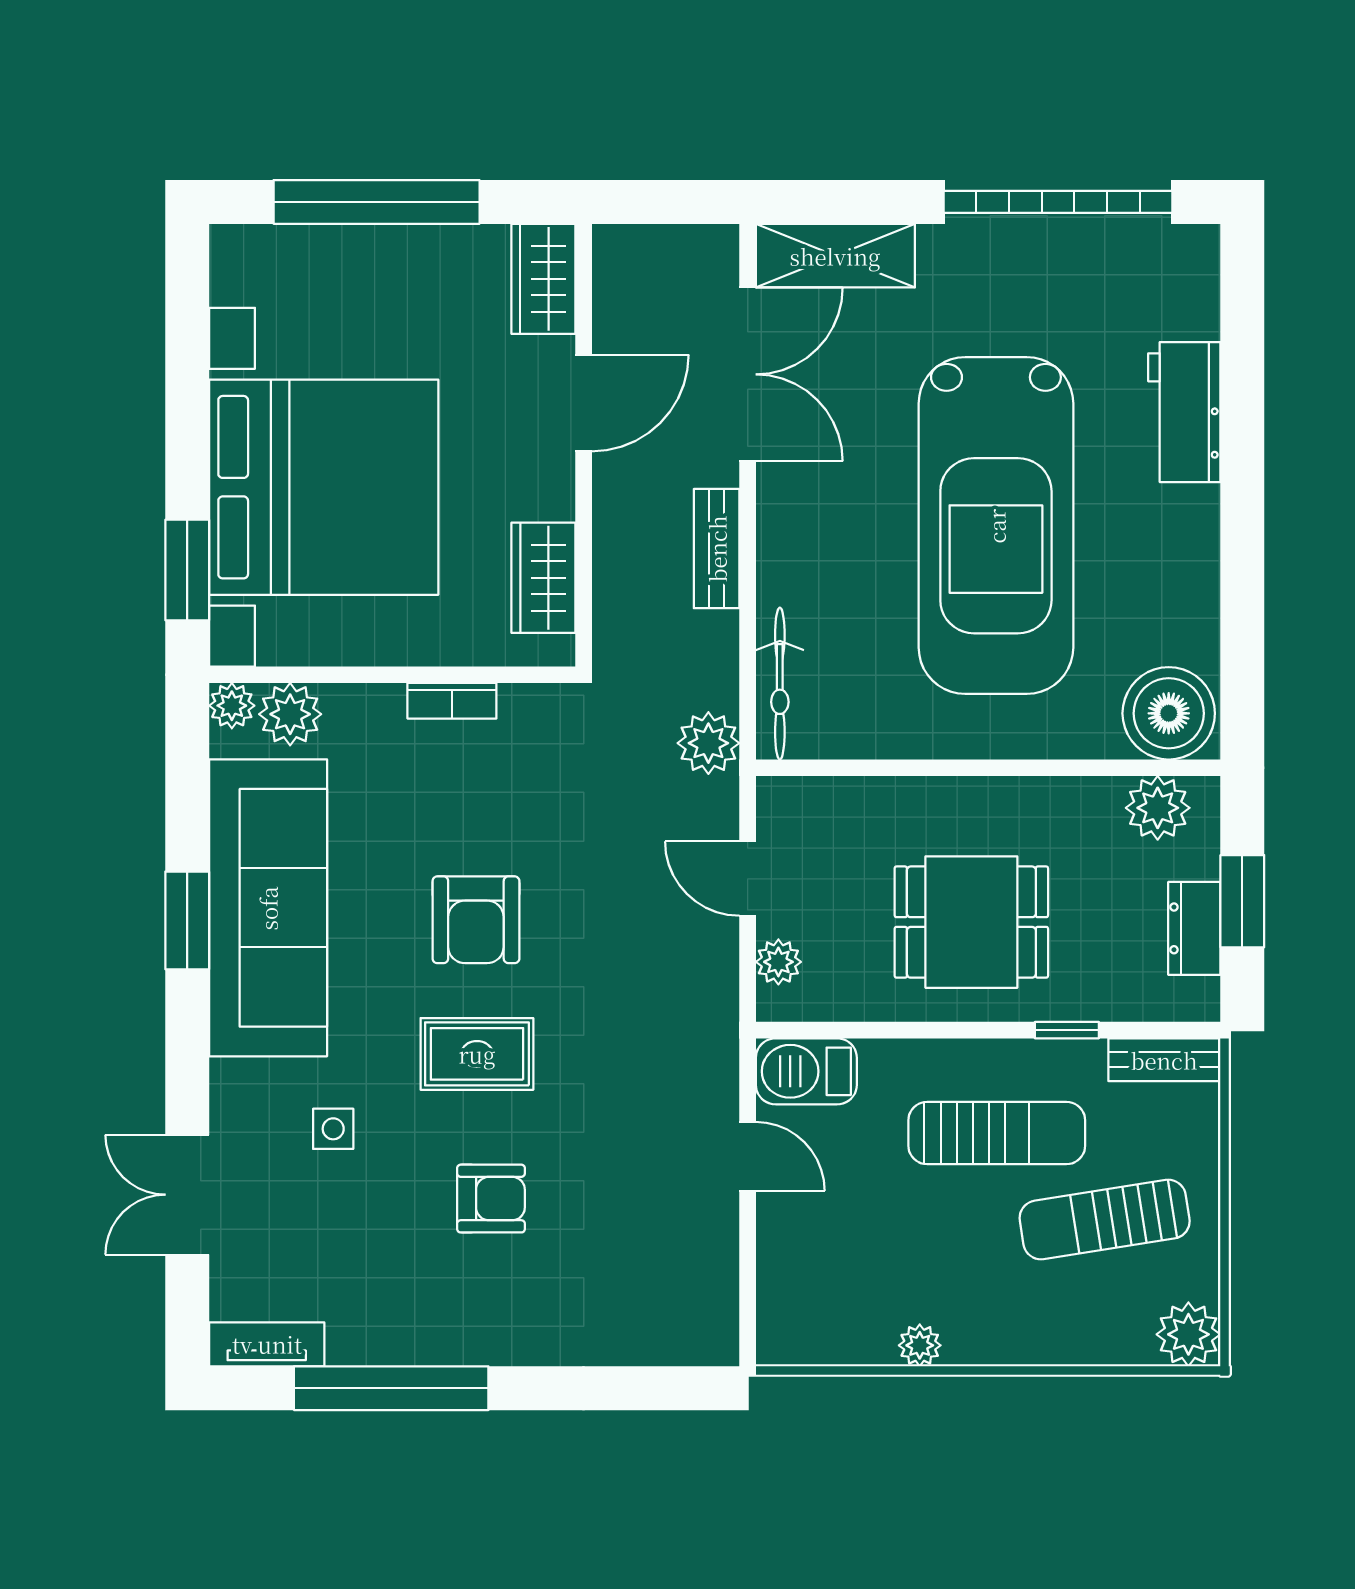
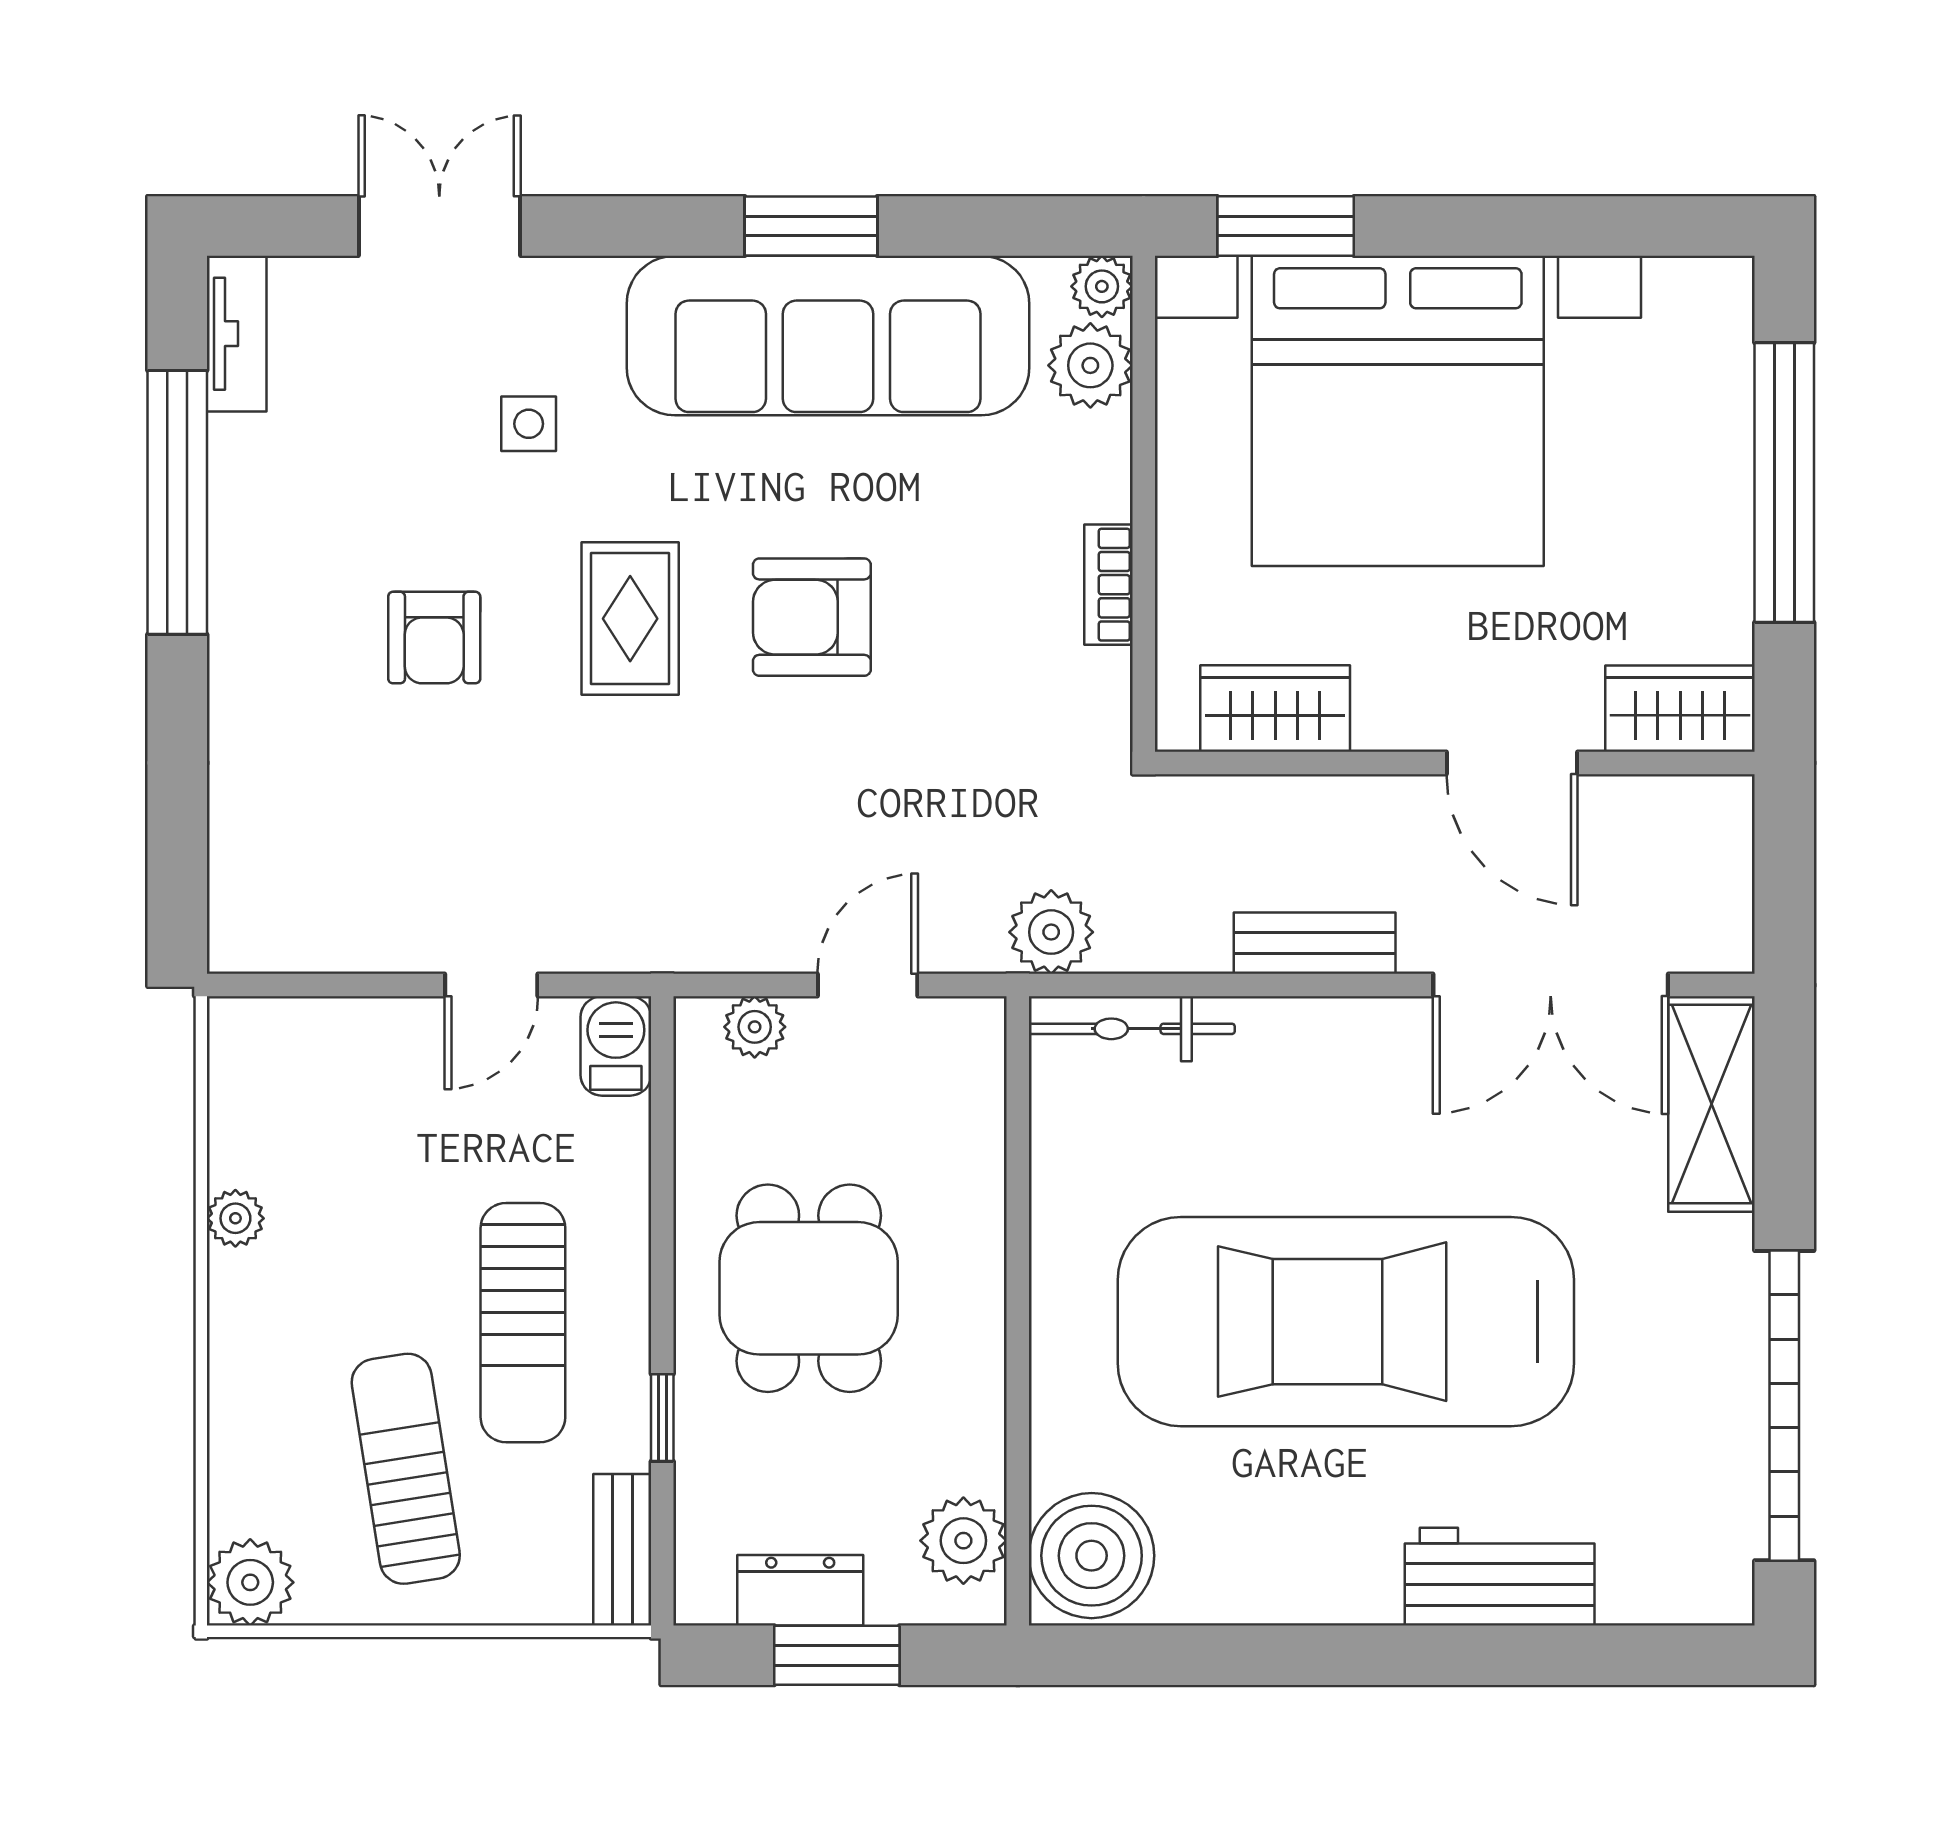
barbecue: (806, 1071) -> (616, 1046), width x0.73, depth x0.79

